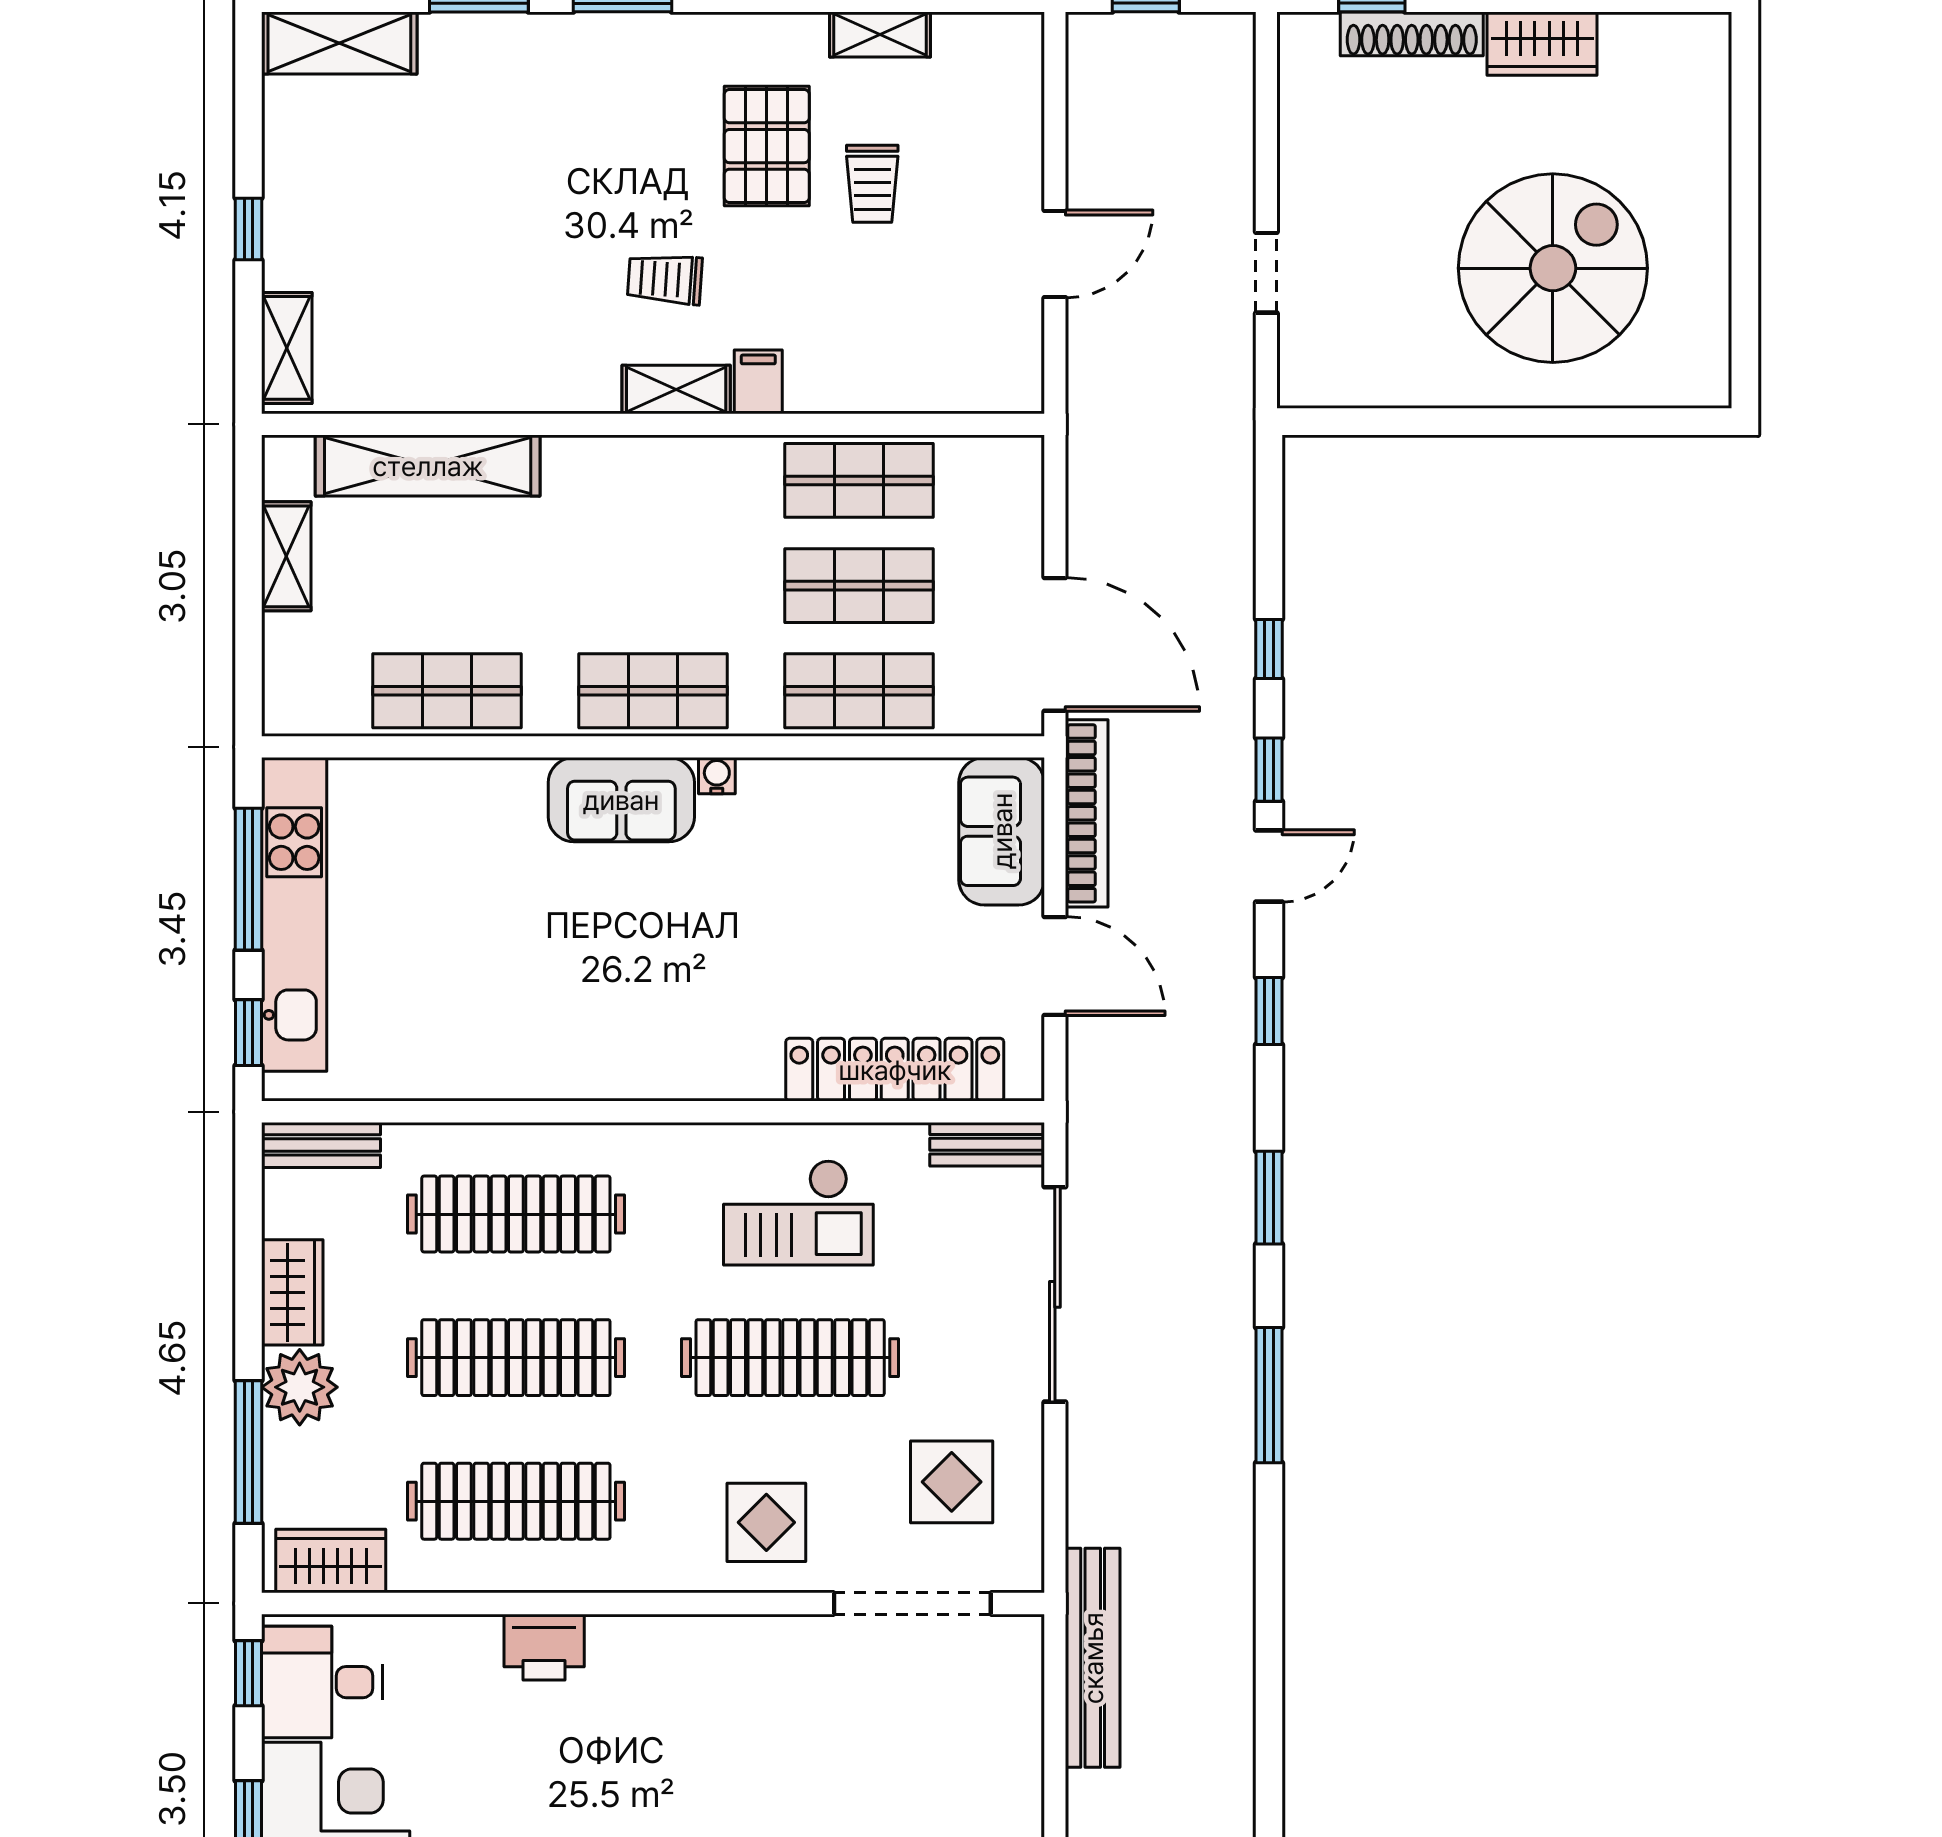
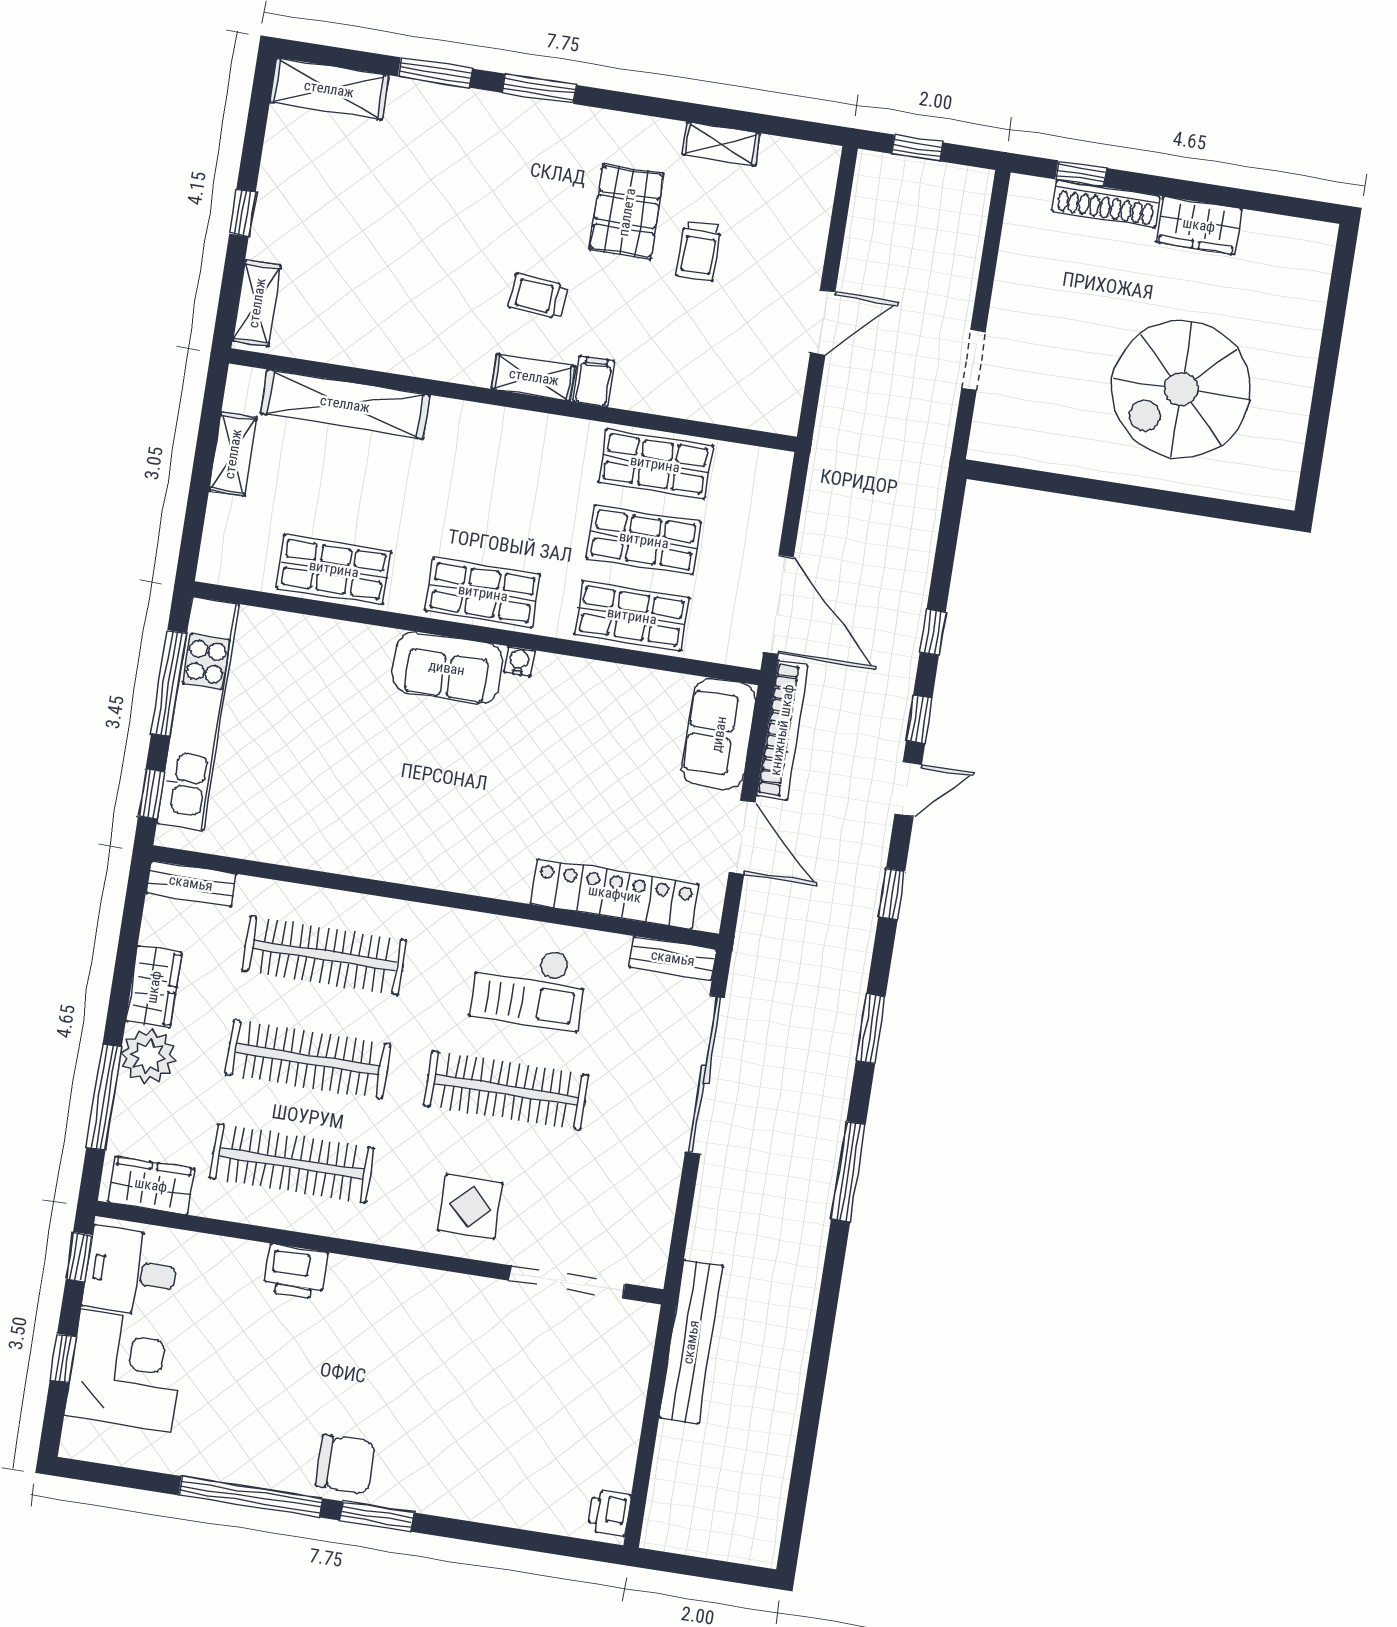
spiral stairs: (1553, 268) -> (1181, 389), turned 180
display table: (952, 1482) -> (609, 1198), removed

